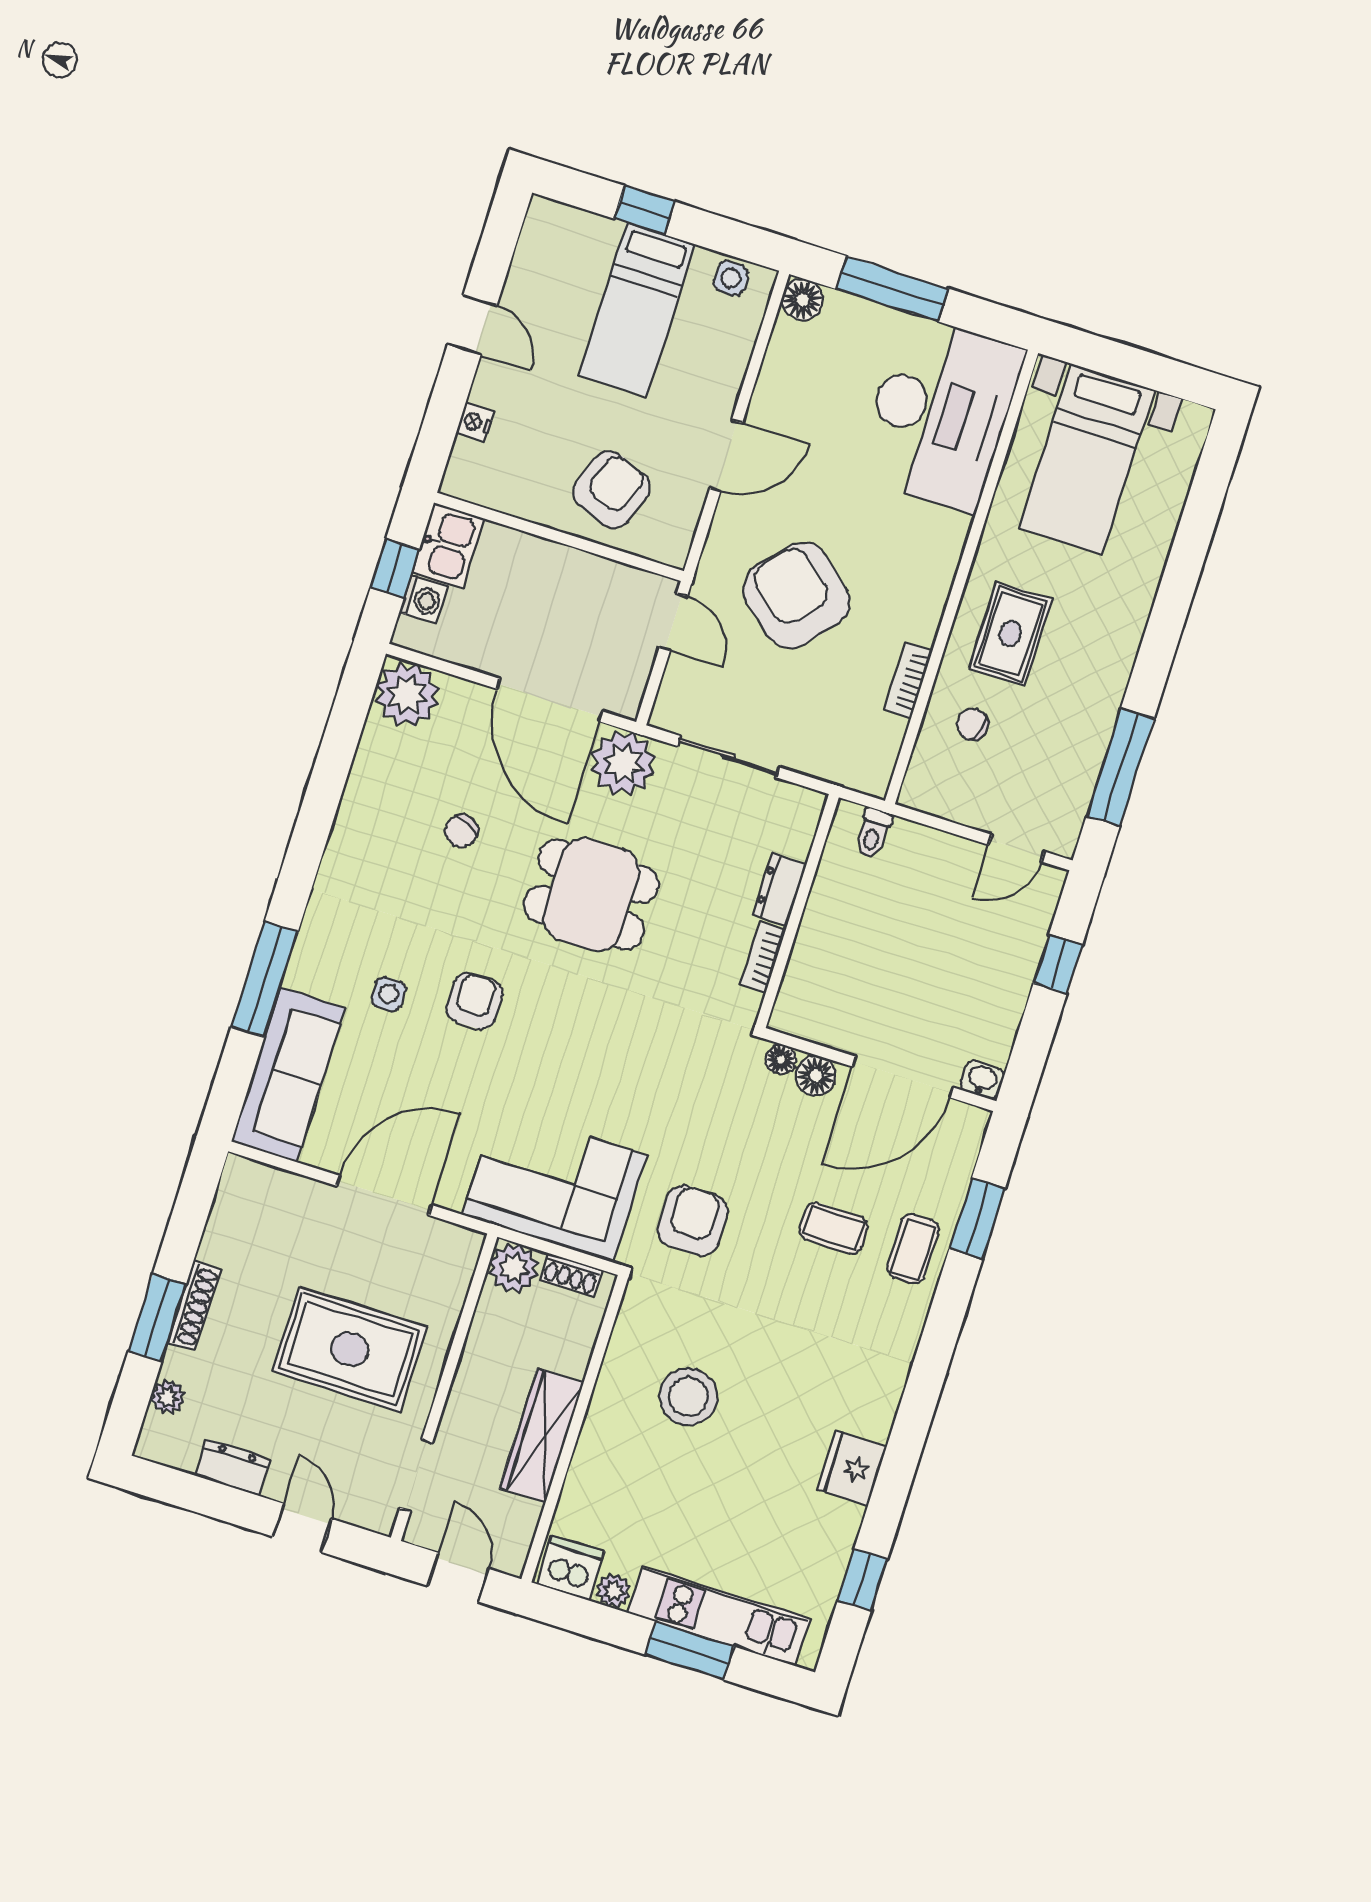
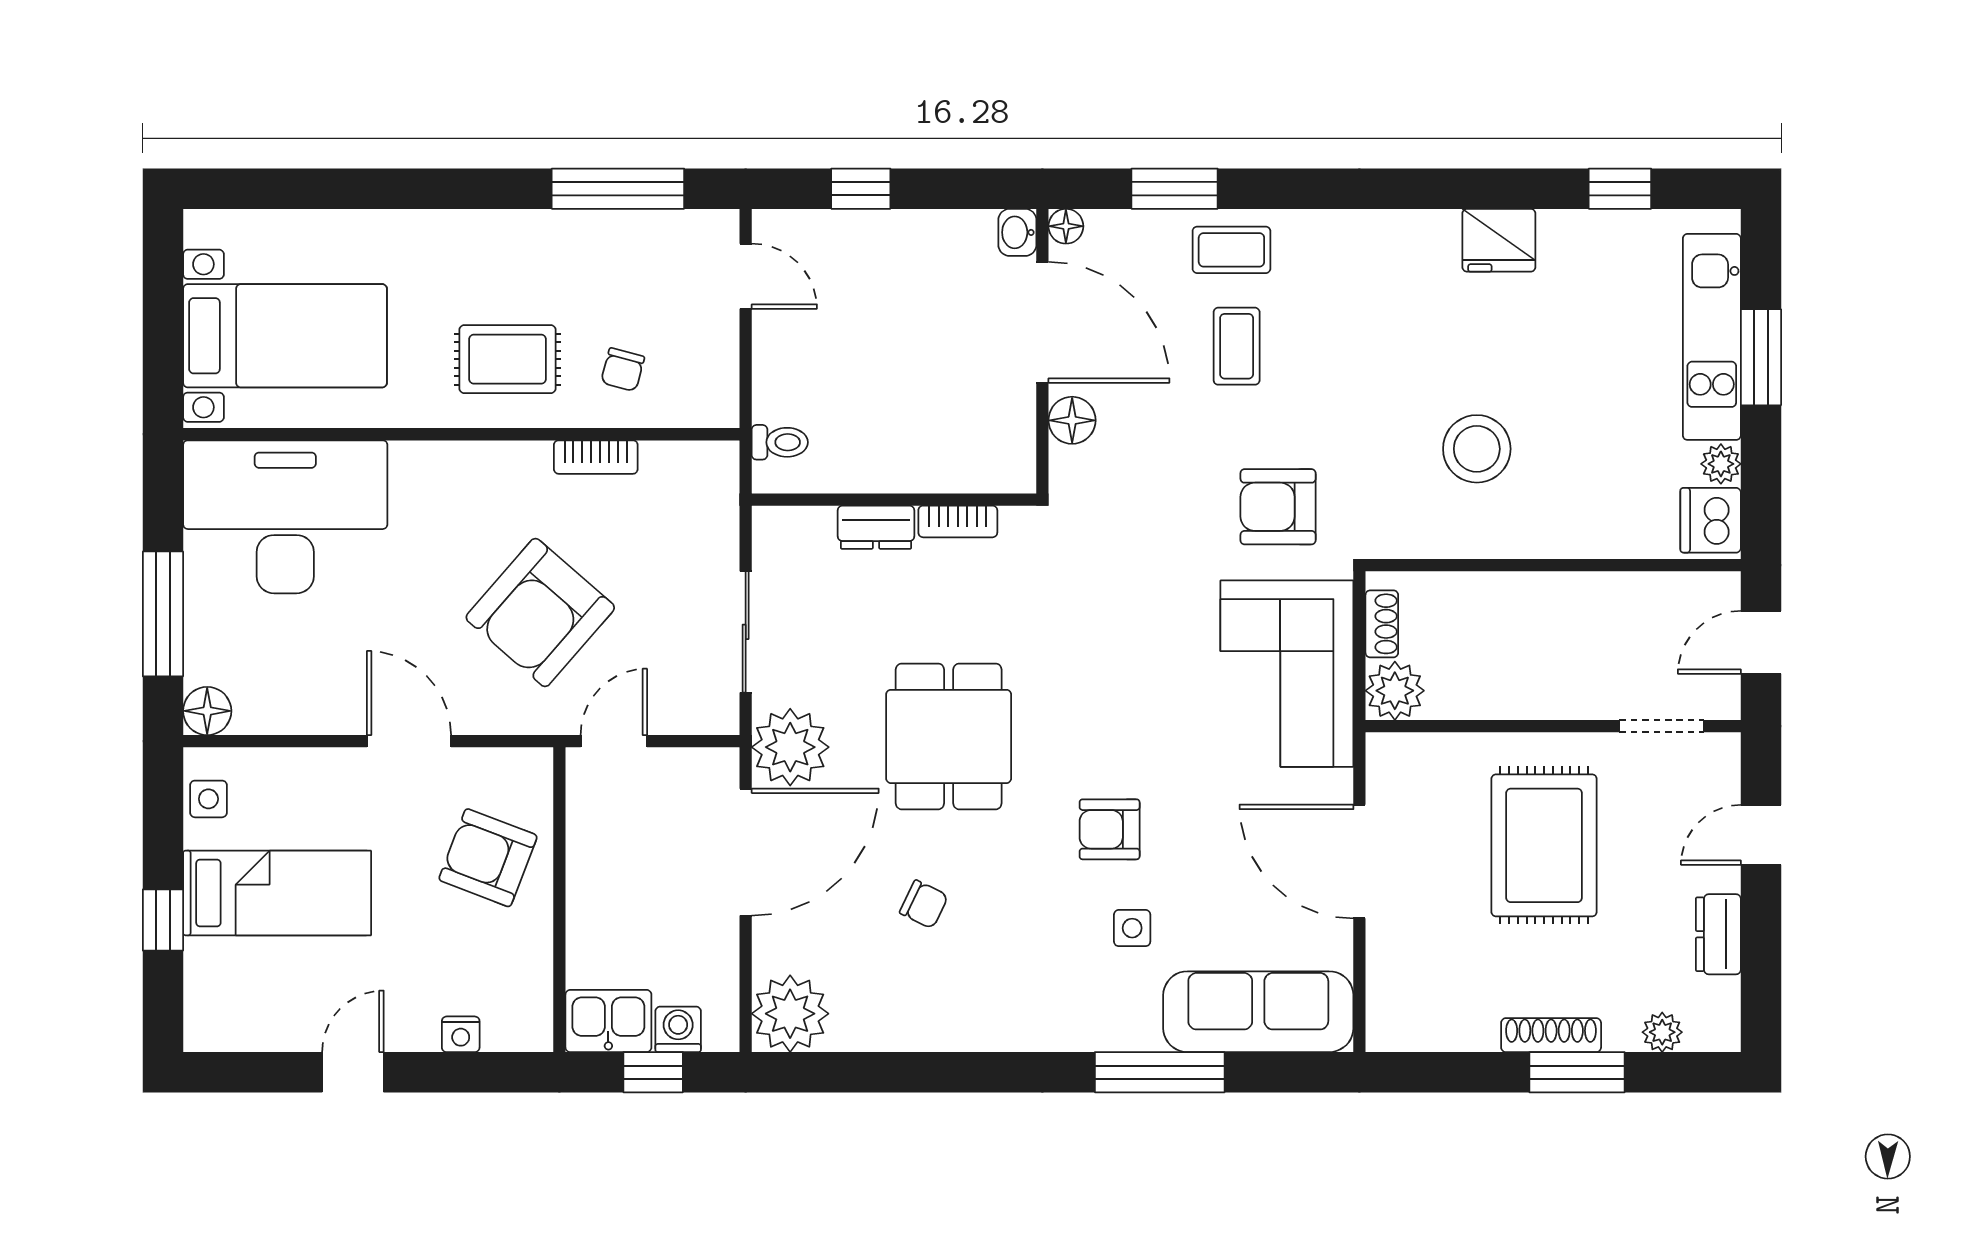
floor lamp: (781, 1059) -> (1066, 226), moved
wardrobe: (541, 1436) -> (1573, 600), removed

